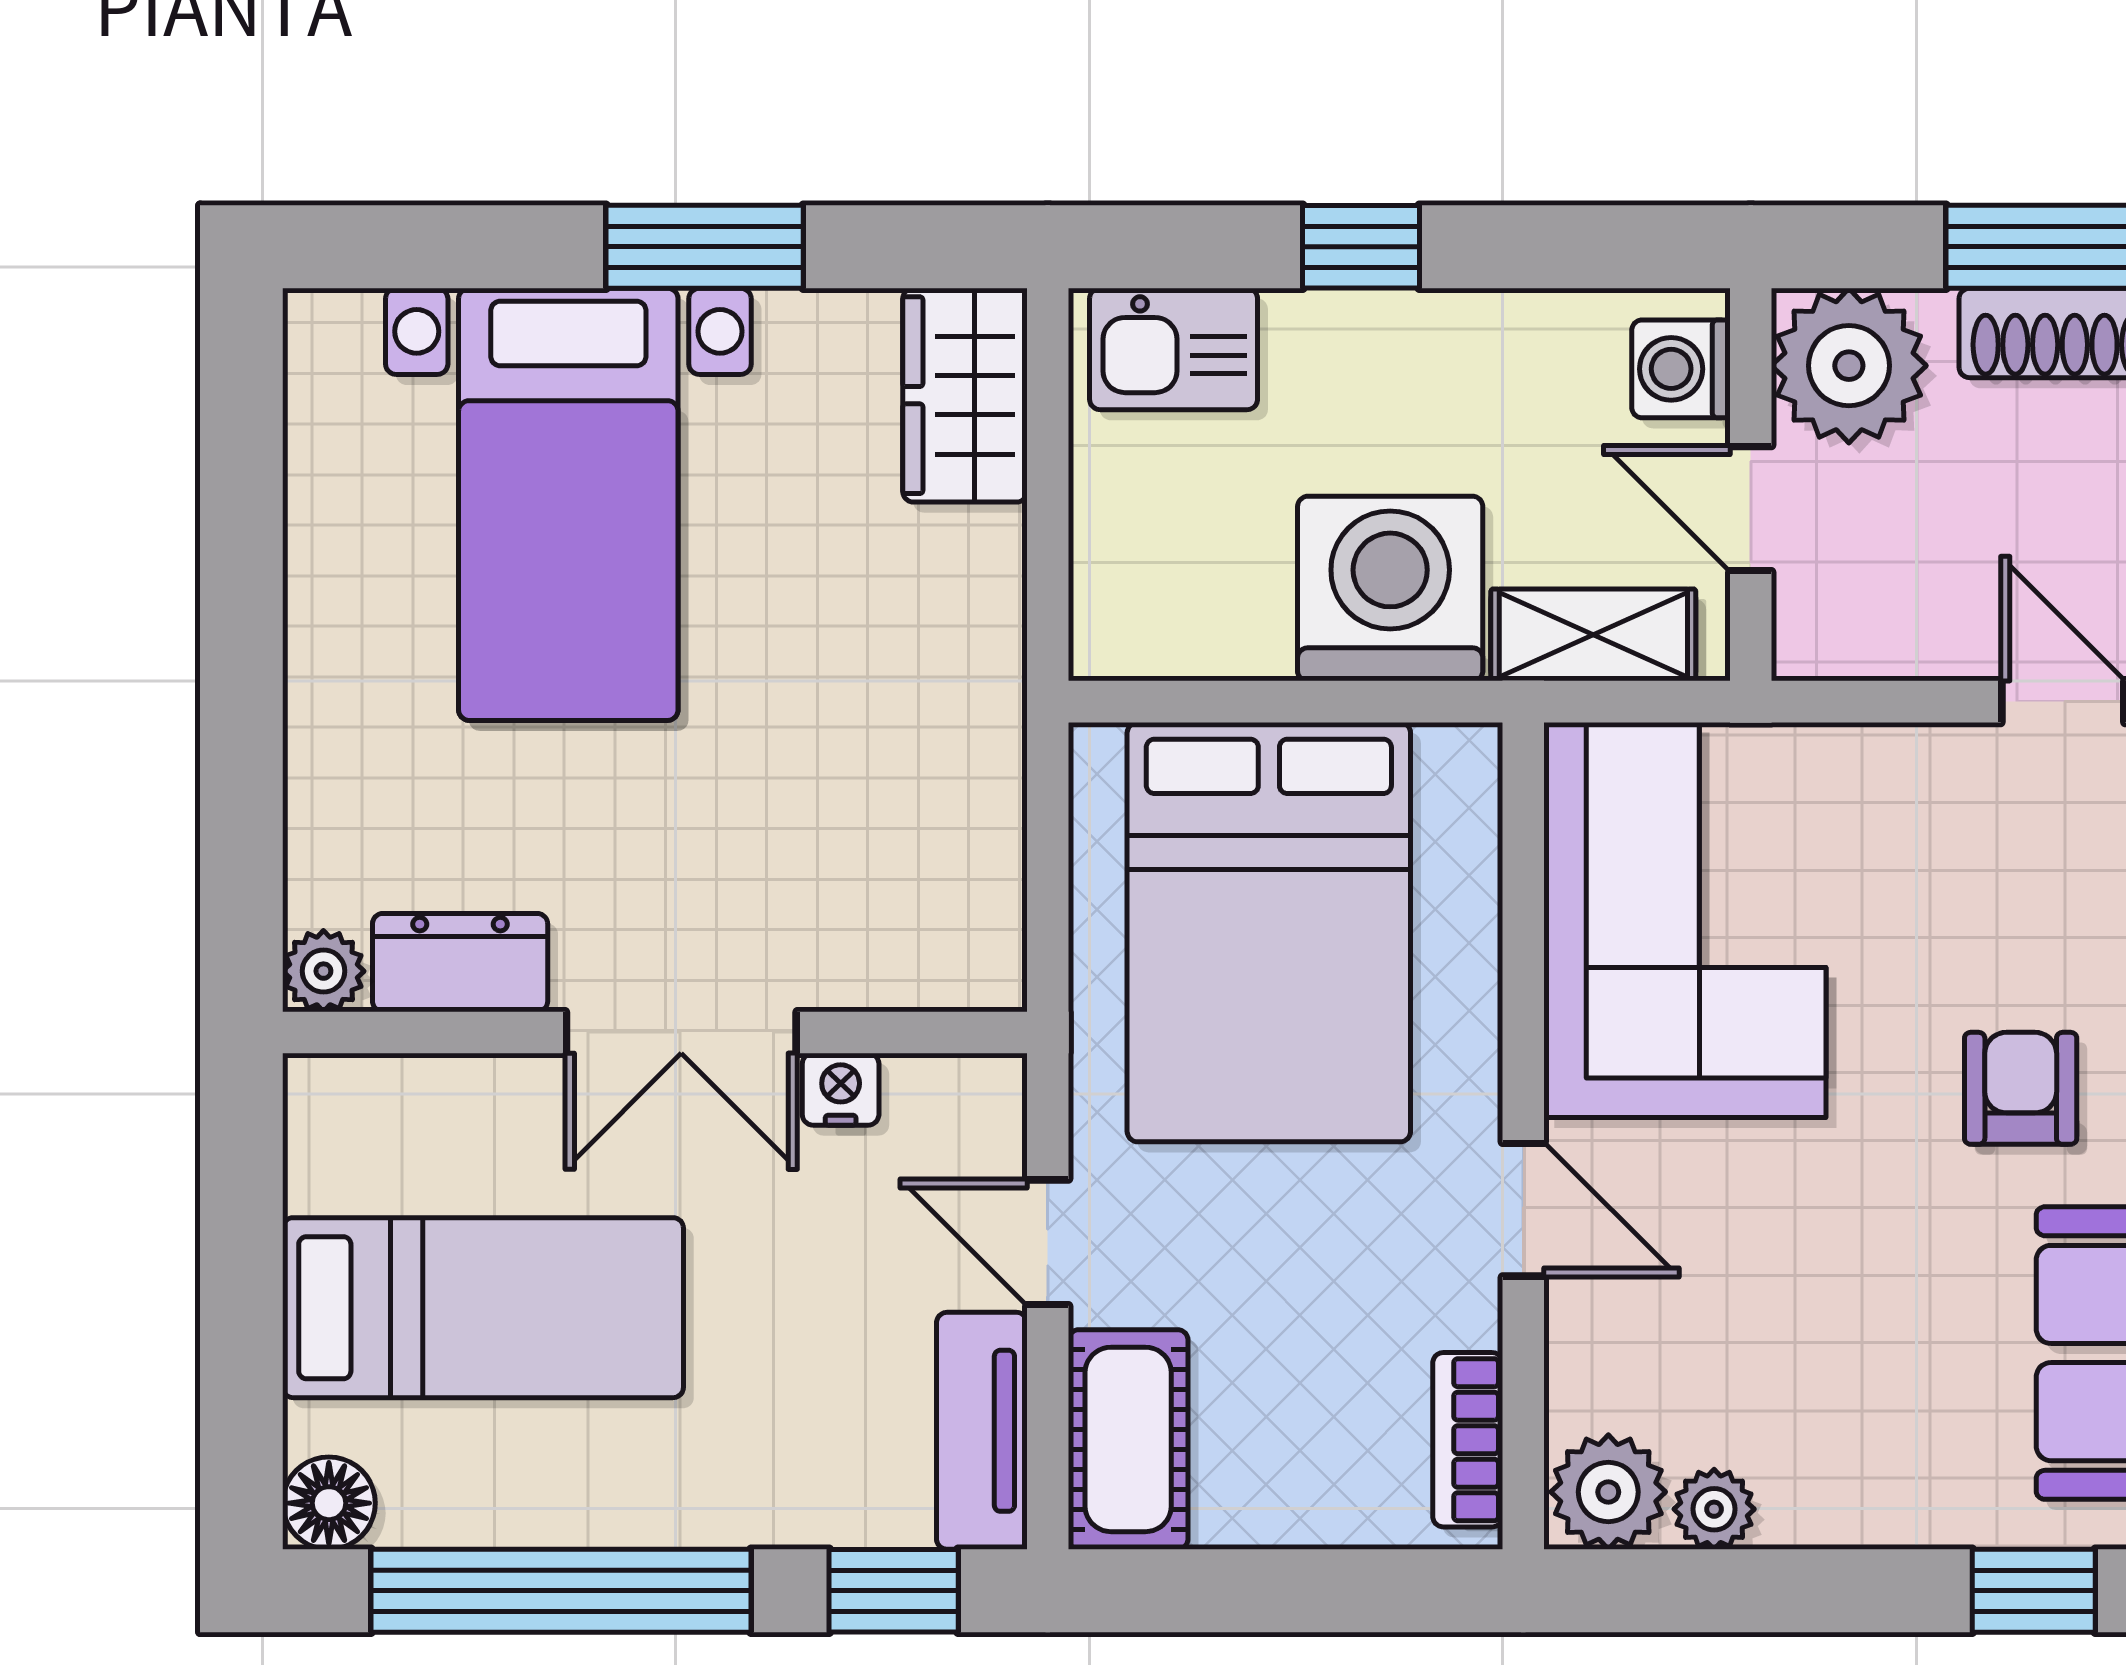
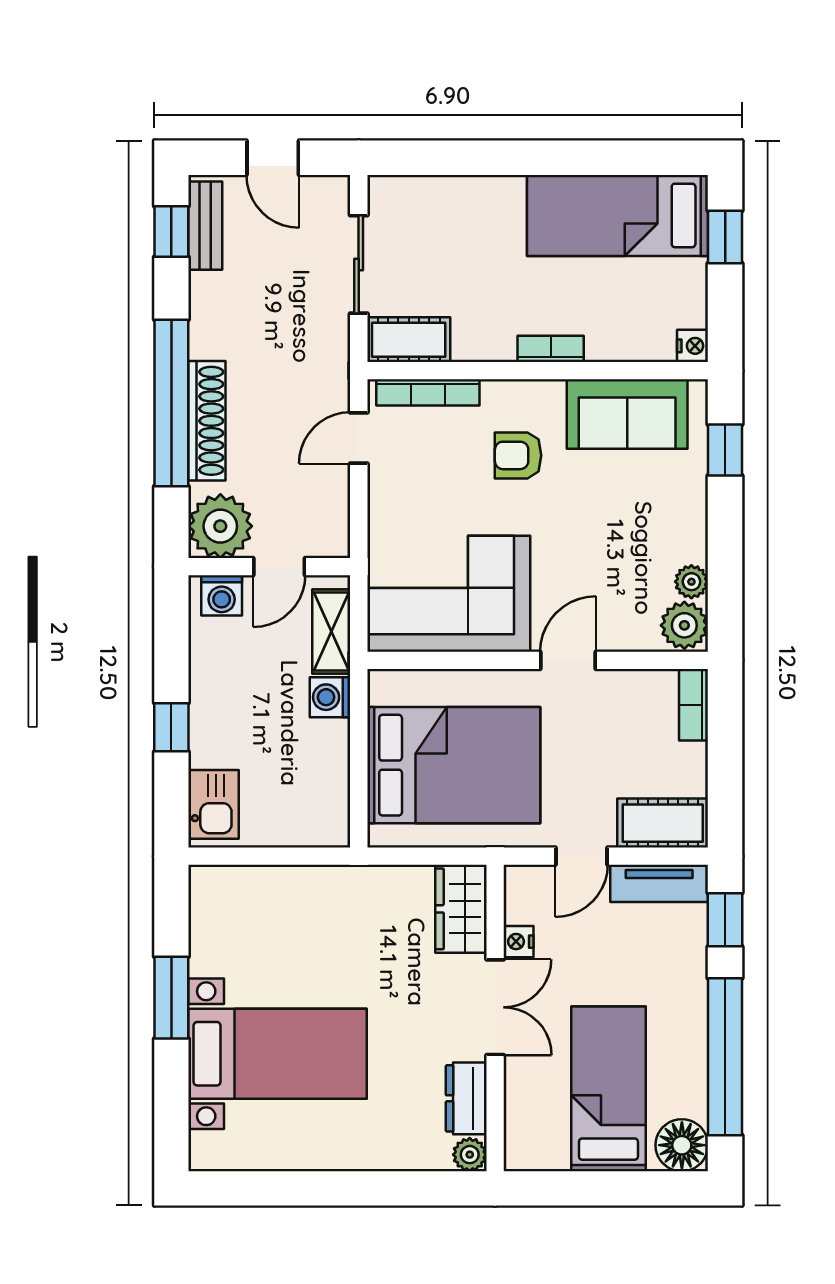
wardrobe: (965, 395) -> (461, 909), moved, turned 90
washing machine: (1390, 588) -> (330, 697), width x0.53, depth x0.53
bookcase: (1468, 1440) -> (694, 705), moved, turned 90
floor lamp: (329, 1503) -> (682, 1145), width x1.38, depth x1.38

